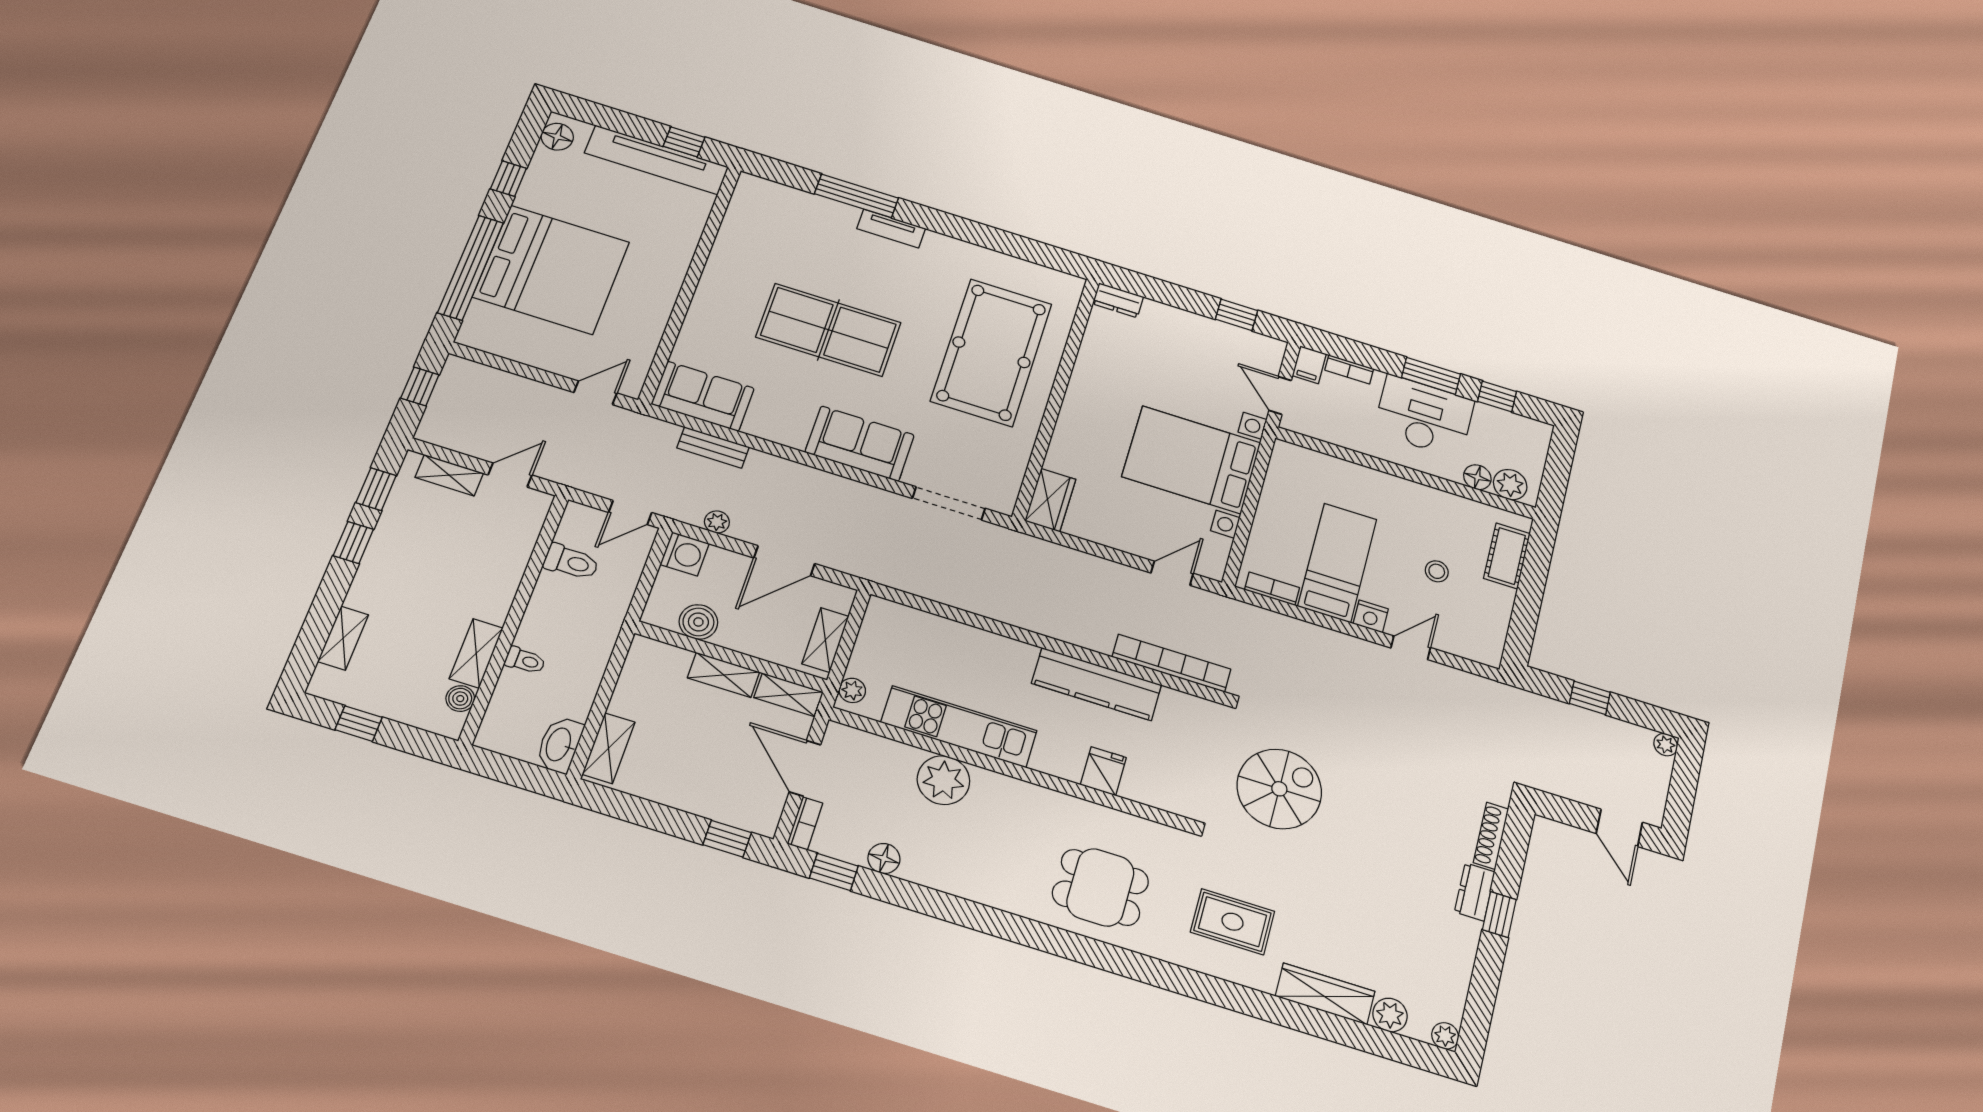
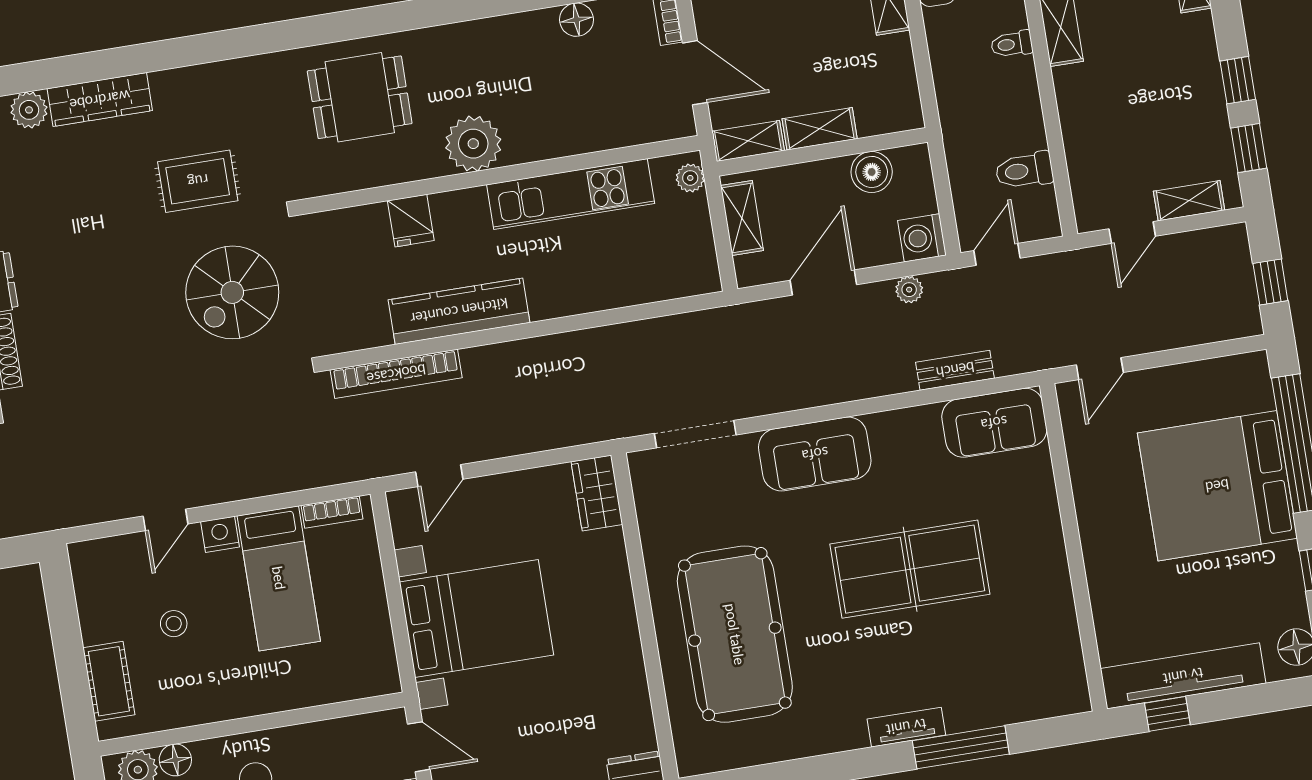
plant: (943, 780) -> (473, 144), moved
rug: (1233, 922) -> (198, 181), moved

